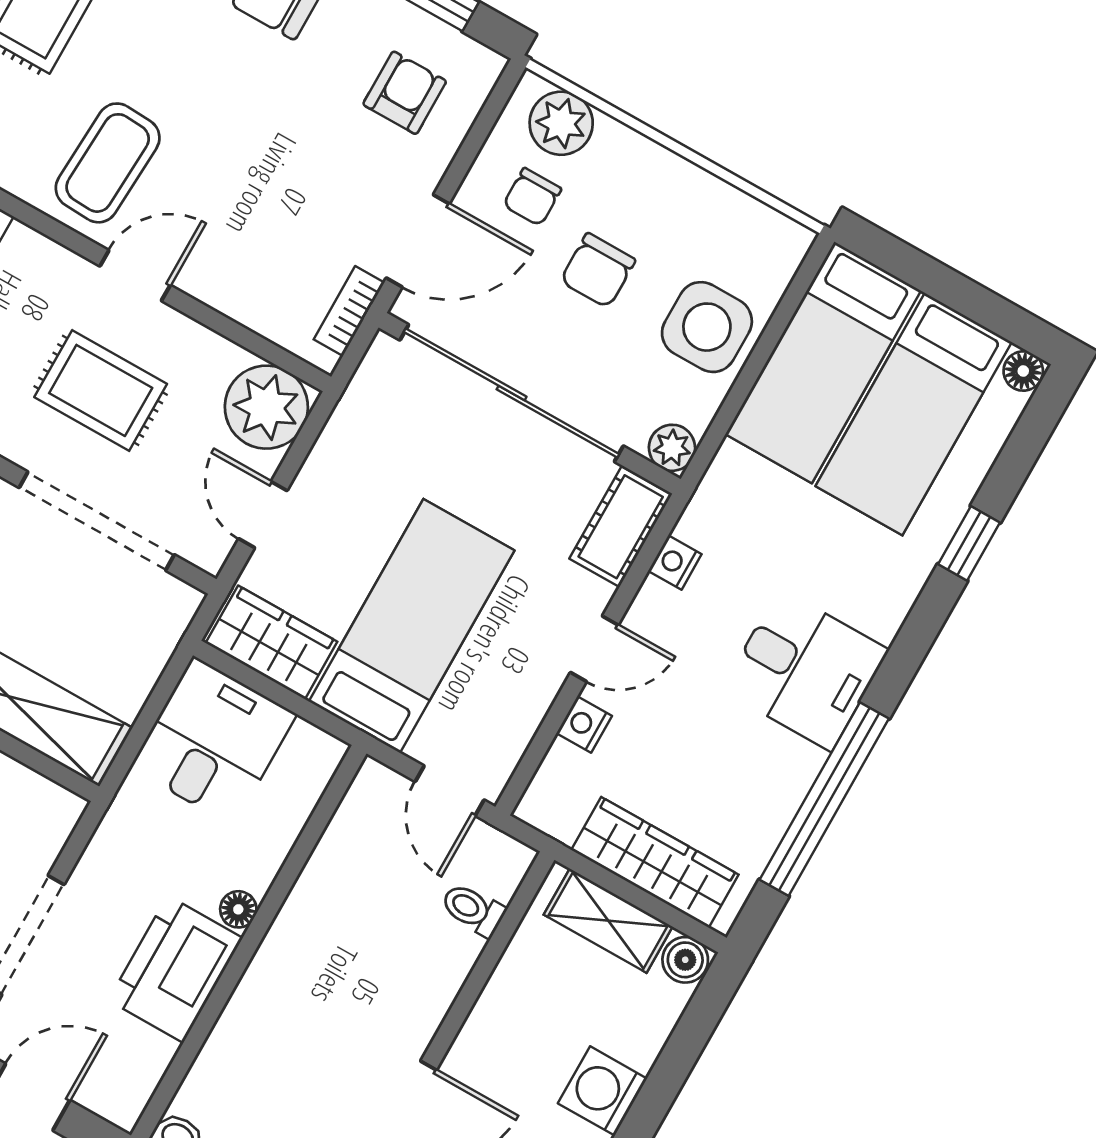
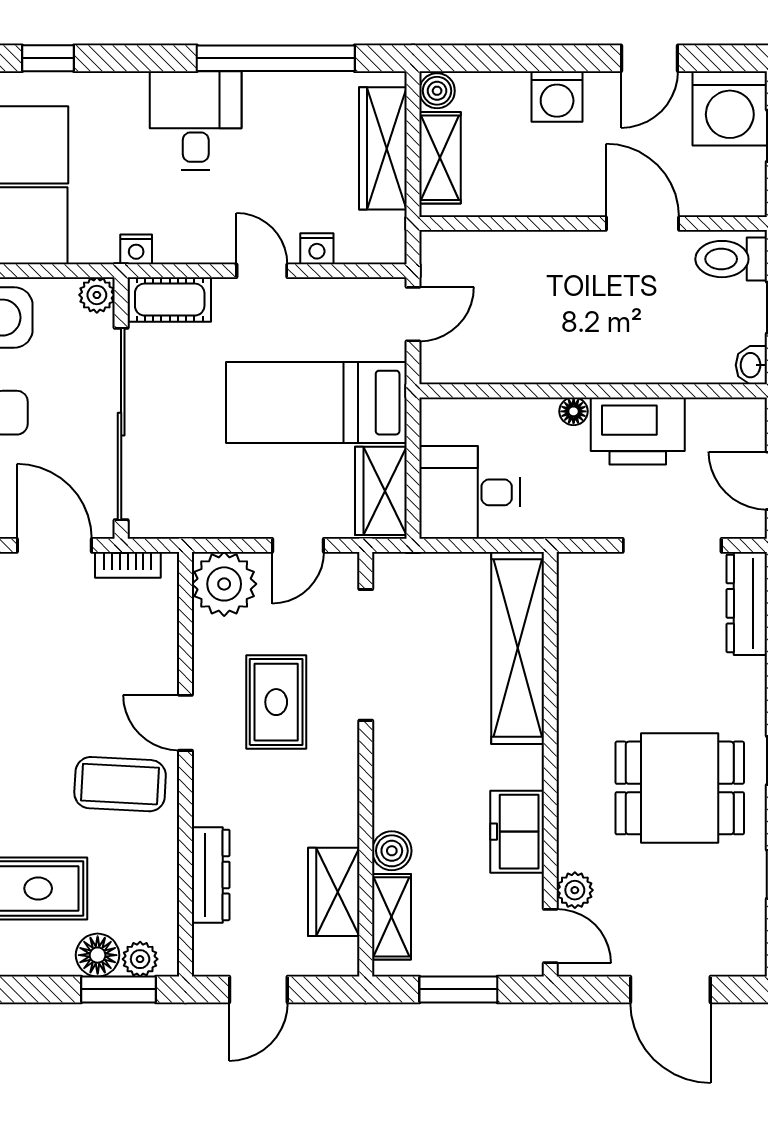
nightstand: (675, 563) -> (136, 249), moved
toilet: (473, 910) -> (484, 253), removed

